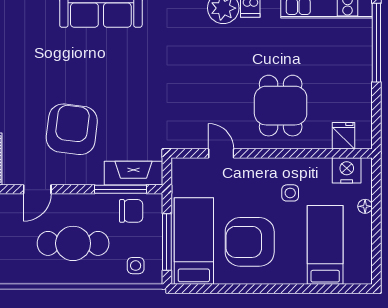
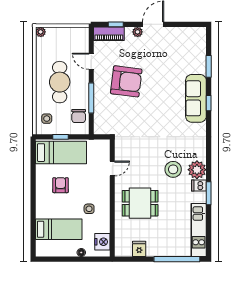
stool: (223, 49) -> (173, 169), added
fridge: (344, 136) -> (139, 249), moved, turned -90
fireplace: (133, 173) -> (101, 117), removed
window: (120, 189) -> (91, 98), moved
window: (167, 242) -> (61, 137), width x0.46
armchair: (250, 242) -> (61, 185), width x0.53, depth x0.53

